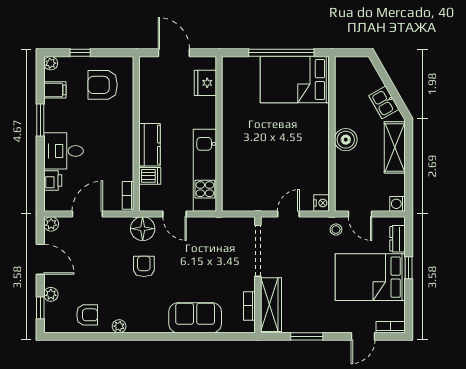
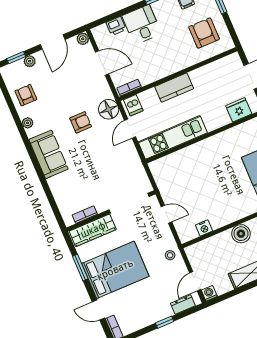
dishwasher: (150, 176) -> (133, 105), moved
nightstand: (322, 203) -> (204, 228), moved
door: (360, 214) -> (195, 281), moved
bed: (370, 277) -> (115, 270), moved, turned 90
armchair: (87, 315) -> (26, 95), turned 180
sofa: (195, 318) -> (49, 154), moved

